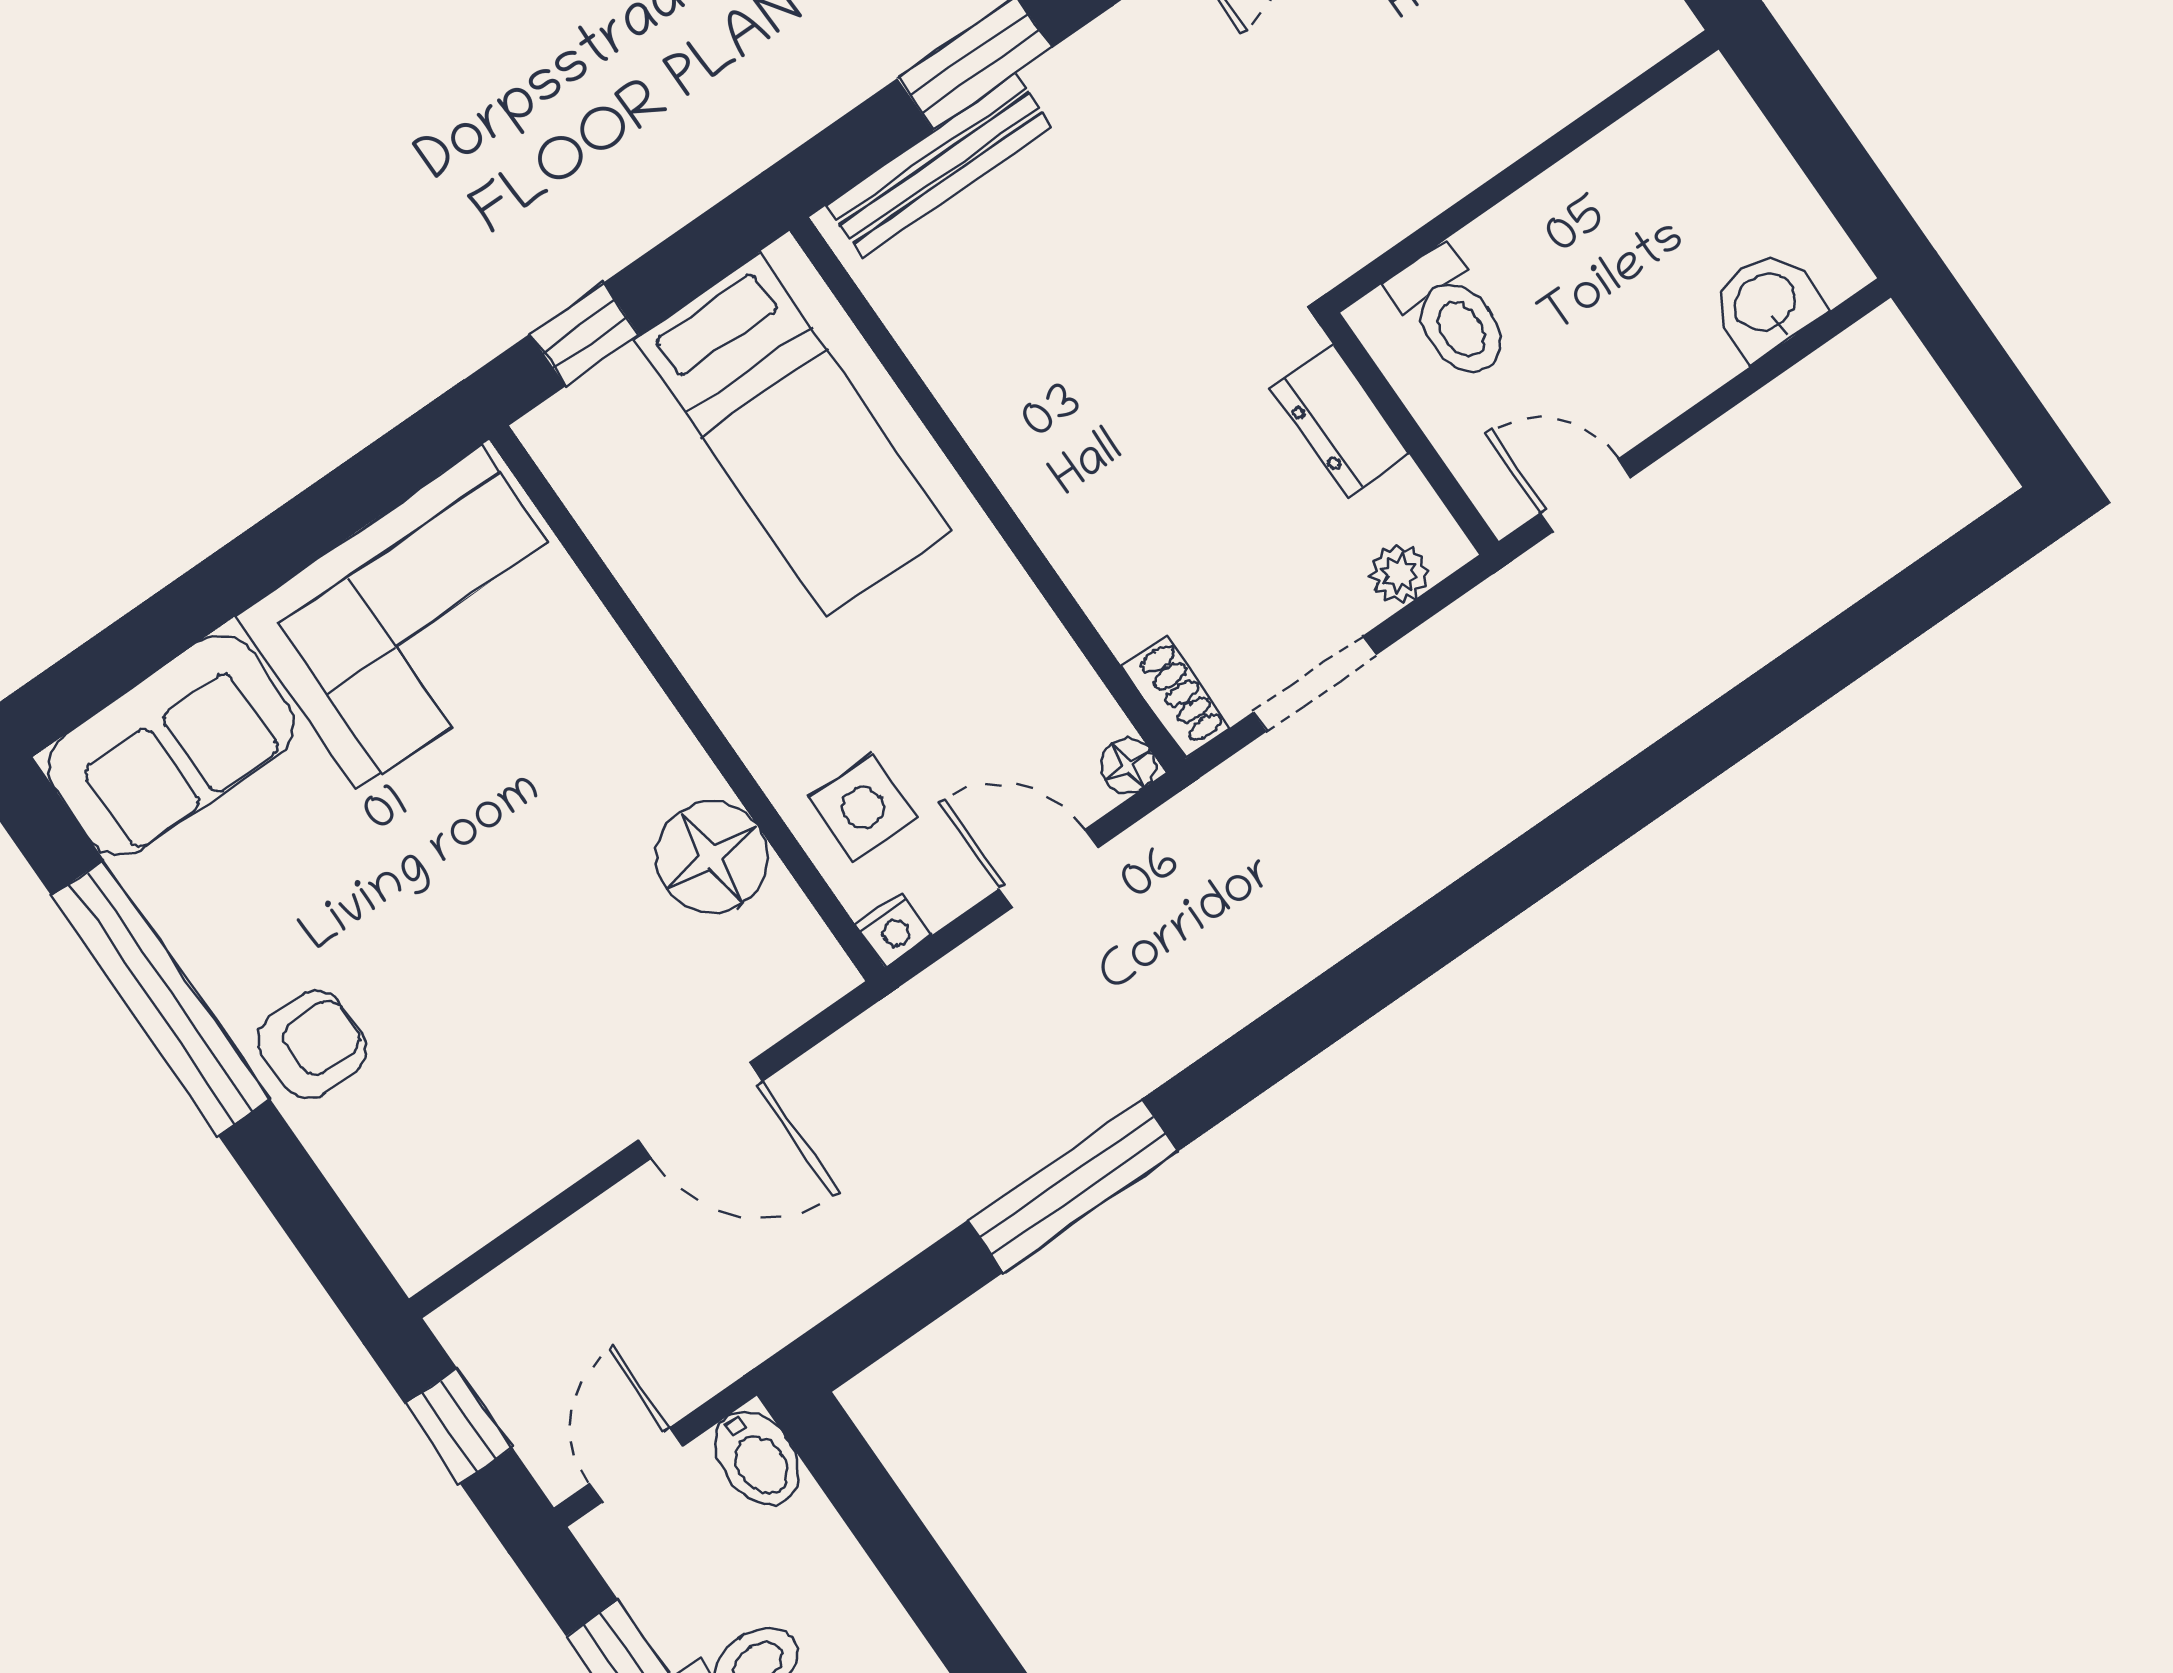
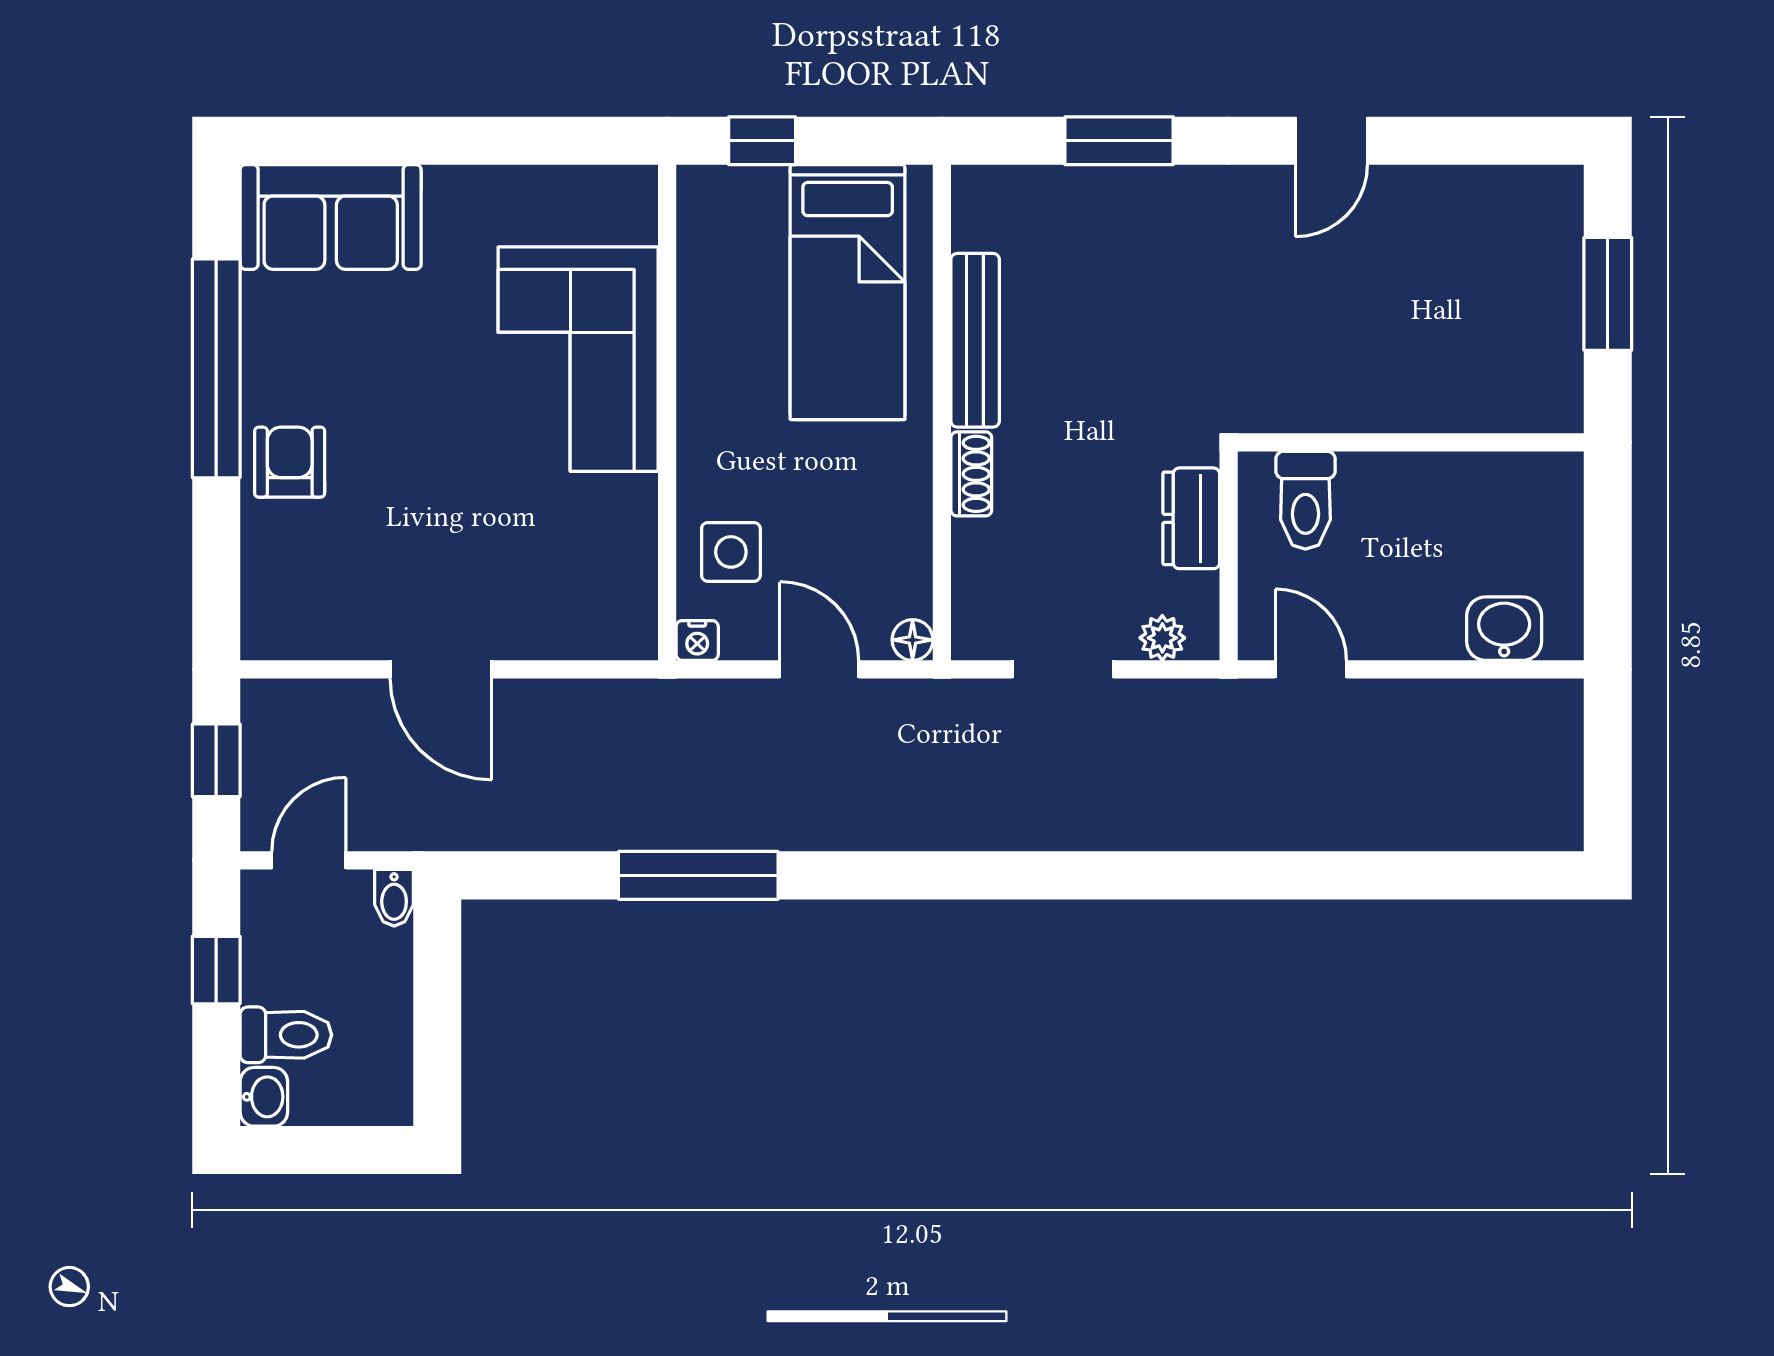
bench: (939, 166) -> (975, 340), moved, turned 90
corner sofa: (419, 618) -> (578, 359), moved, turned 90
shoe rack: (1176, 697) -> (971, 474), moved
floor lamp: (712, 857) -> (616, 518), removed
armchair: (312, 1044) -> (290, 462), turned -90
door: (700, 1111) -> (441, 669), moved
bidet: (757, 1458) -> (394, 898), width x0.72, depth x0.74

